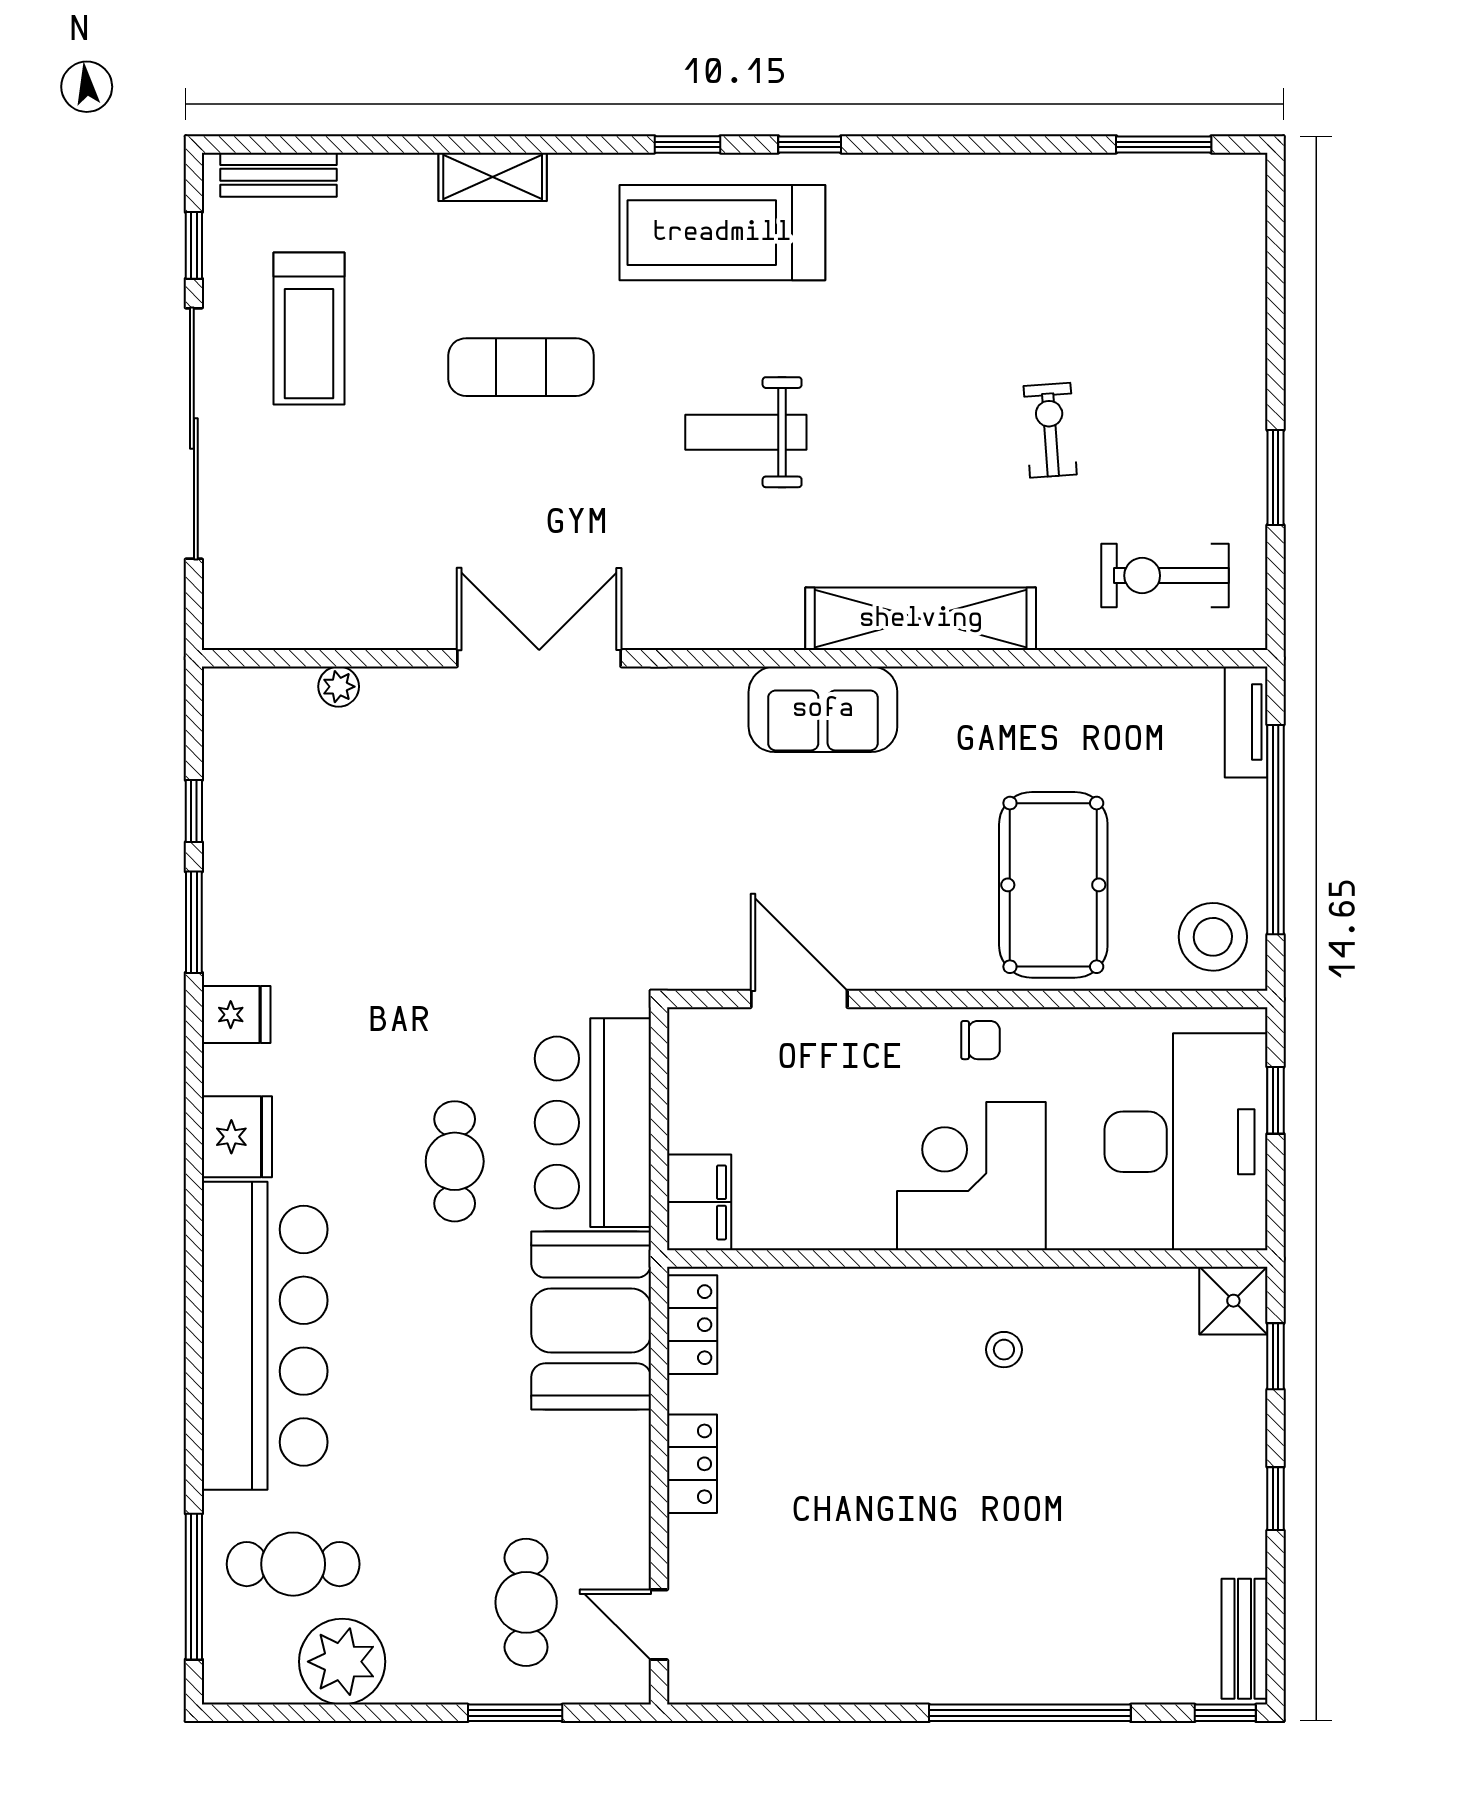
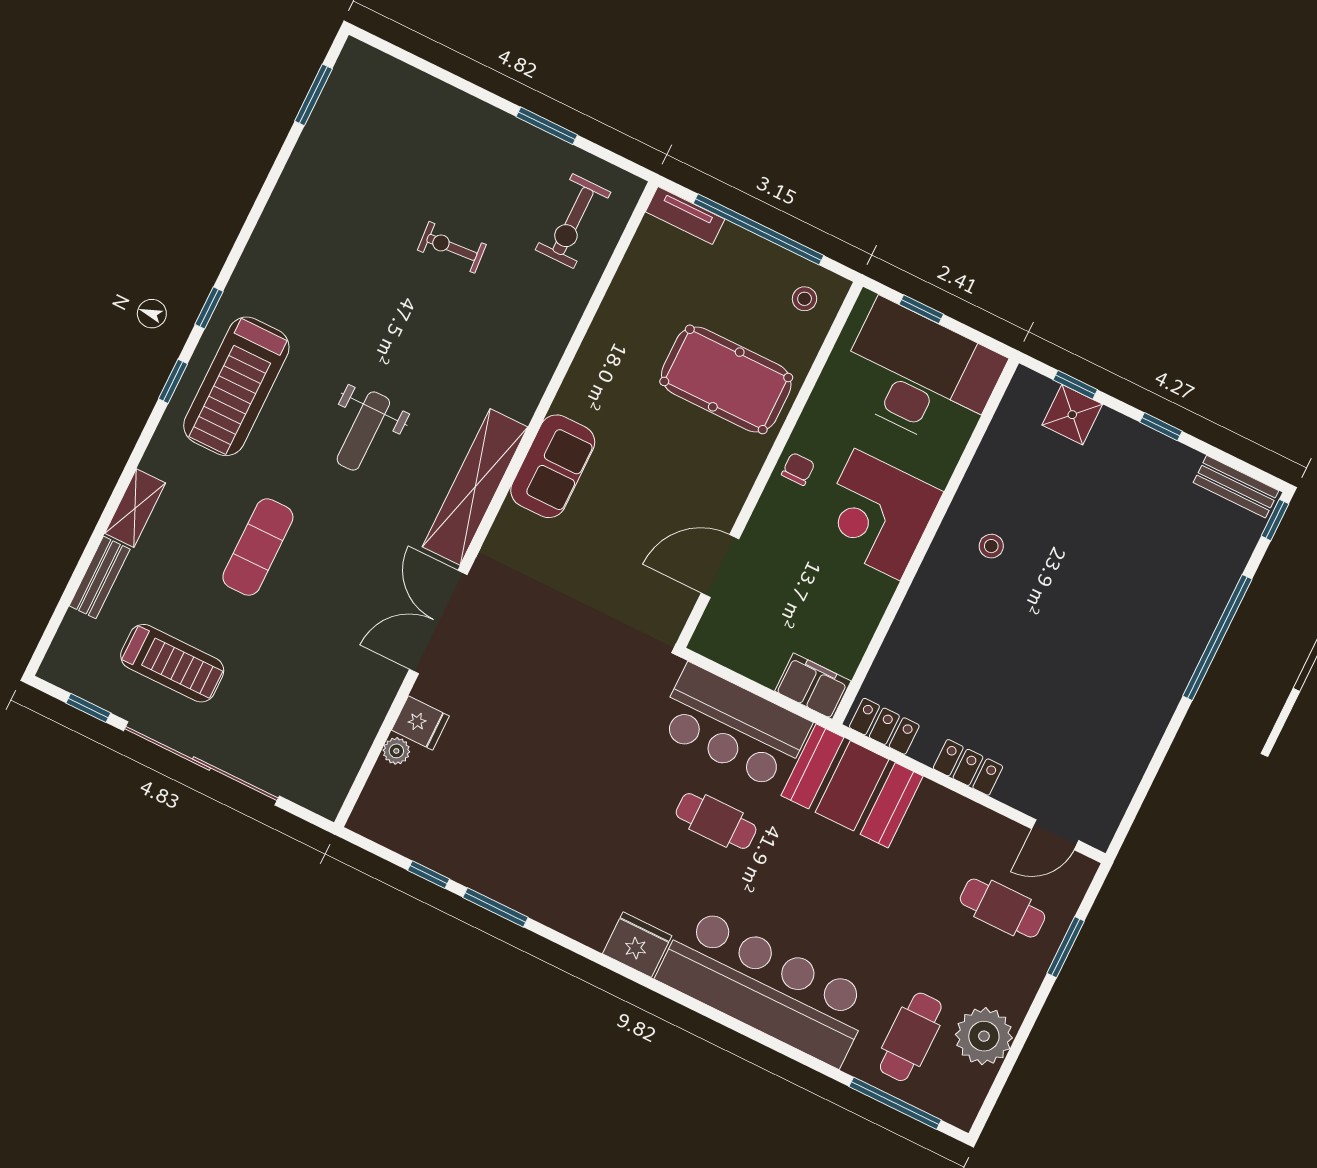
bench: (279, 175) -> (100, 577), moved
shelving: (921, 619) -> (475, 487), moved
stool: (1213, 937) -> (805, 299), width x0.53, depth x0.53
fridge: (236, 1015) -> (420, 723), moved, turned 90
shower: (1233, 1301) -> (1072, 415), moved

